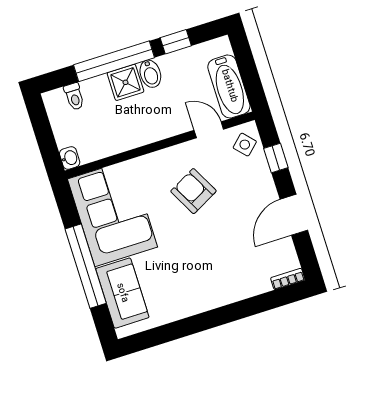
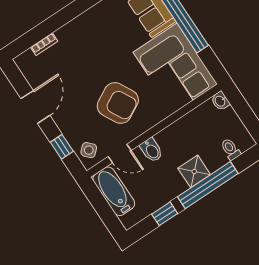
bidet: (150, 74) -> (151, 150), moved, turned 180
armchair: (193, 191) -> (118, 103), width x1.36, depth x1.36
bookcase: (288, 279) -> (44, 44), moved

